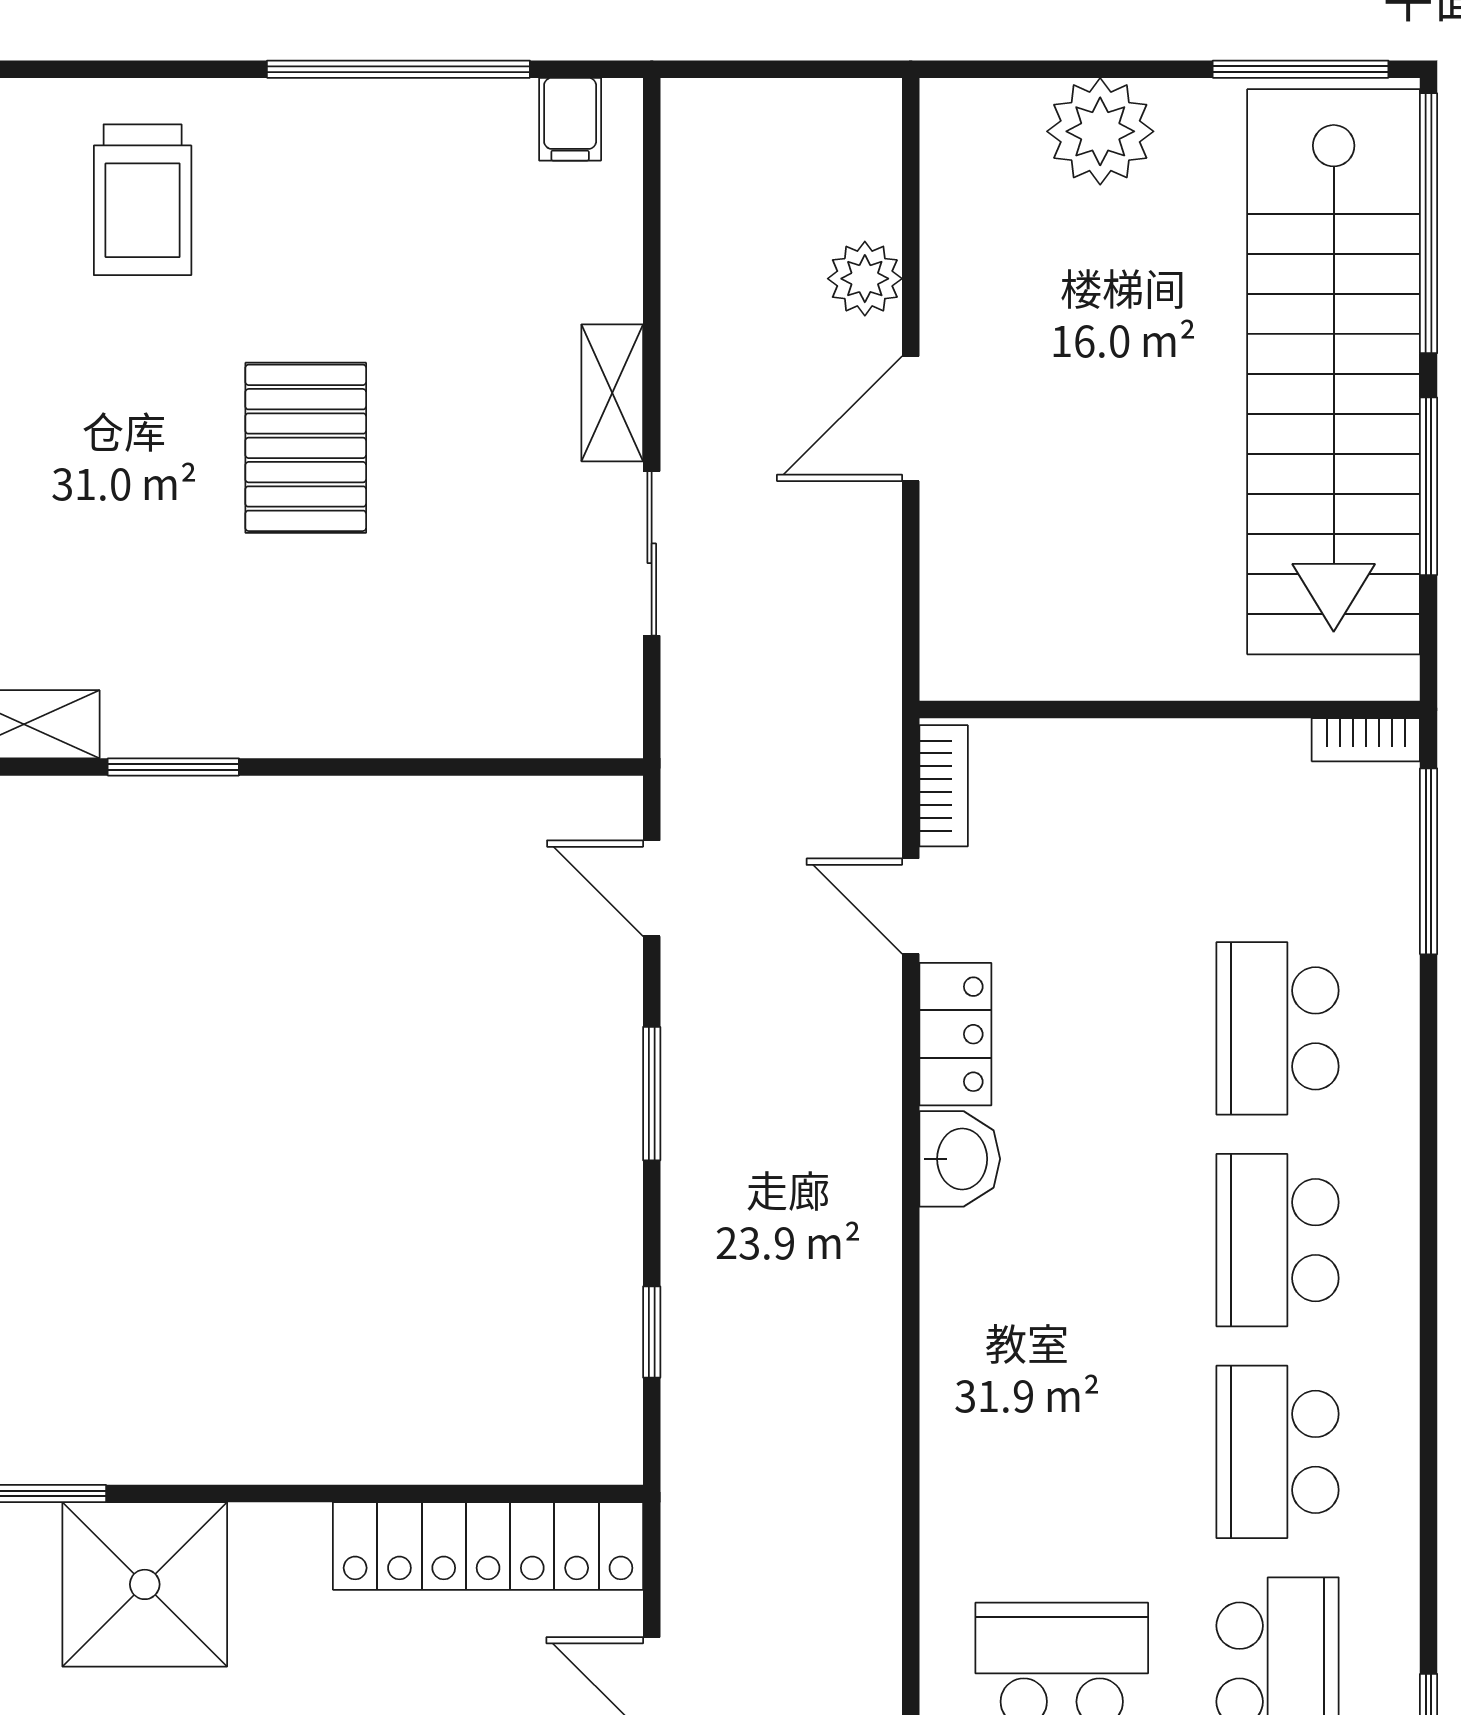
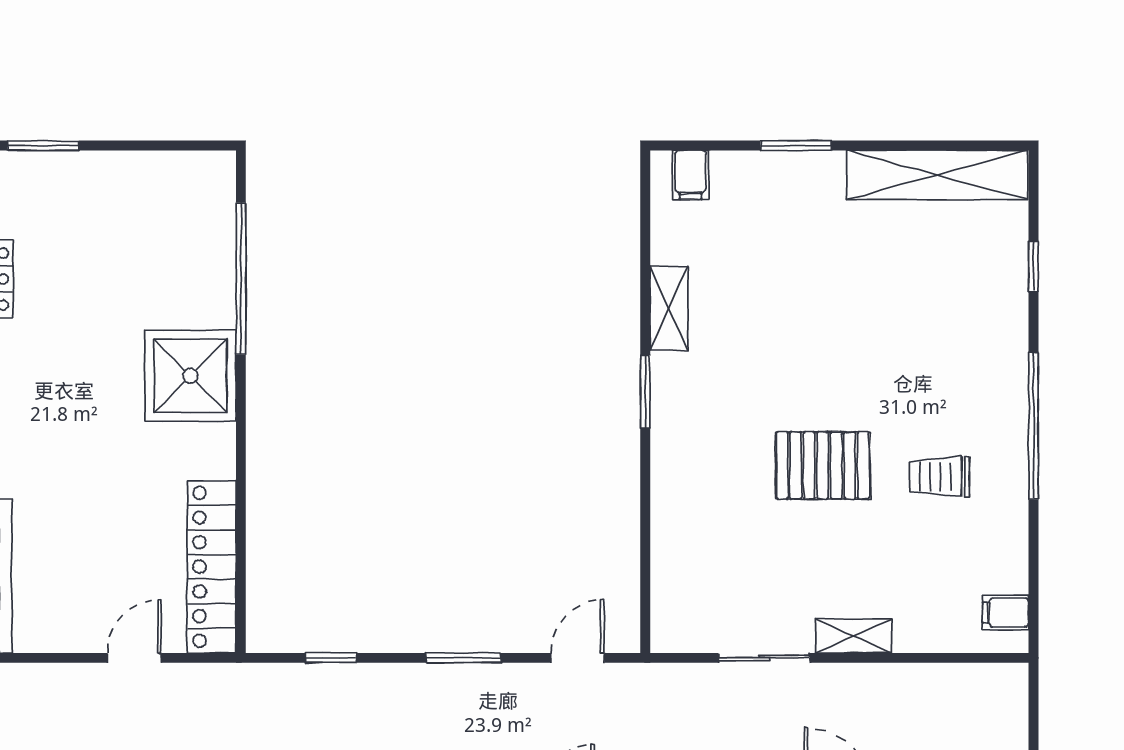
window: (398, 69) -> (1033, 426), moved
trolley: (143, 200) -> (939, 477), moved, width x0.73, depth x0.72

